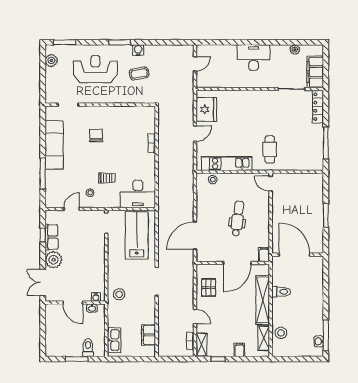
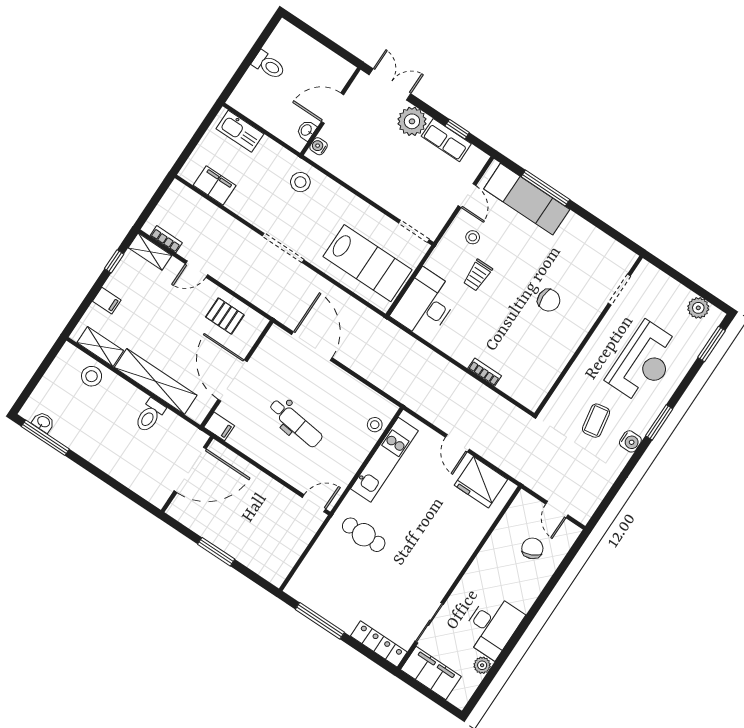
desk: (254, 58) -> (492, 626), moved
chair: (222, 63) -> (532, 548), added
exam couch: (54, 145) -> (527, 199), moved
toilet: (88, 348) -> (269, 65), moved
window: (77, 359) -> (248, 60), removed

